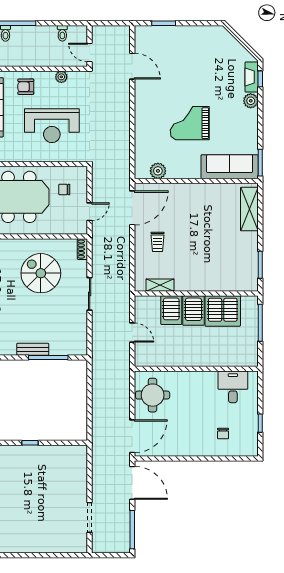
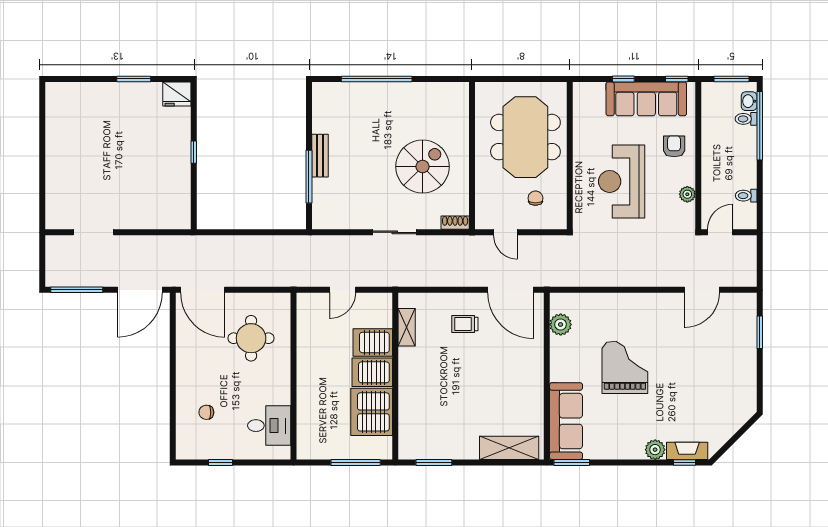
round table: (153, 395) -> (251, 338), moved

